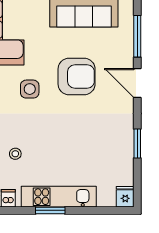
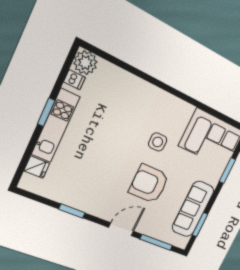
armchair: (77, 77) -> (149, 184), turned 90
stool: (15, 154) -> (111, 105), removed
fridge: (125, 197) -> (37, 167), moved

